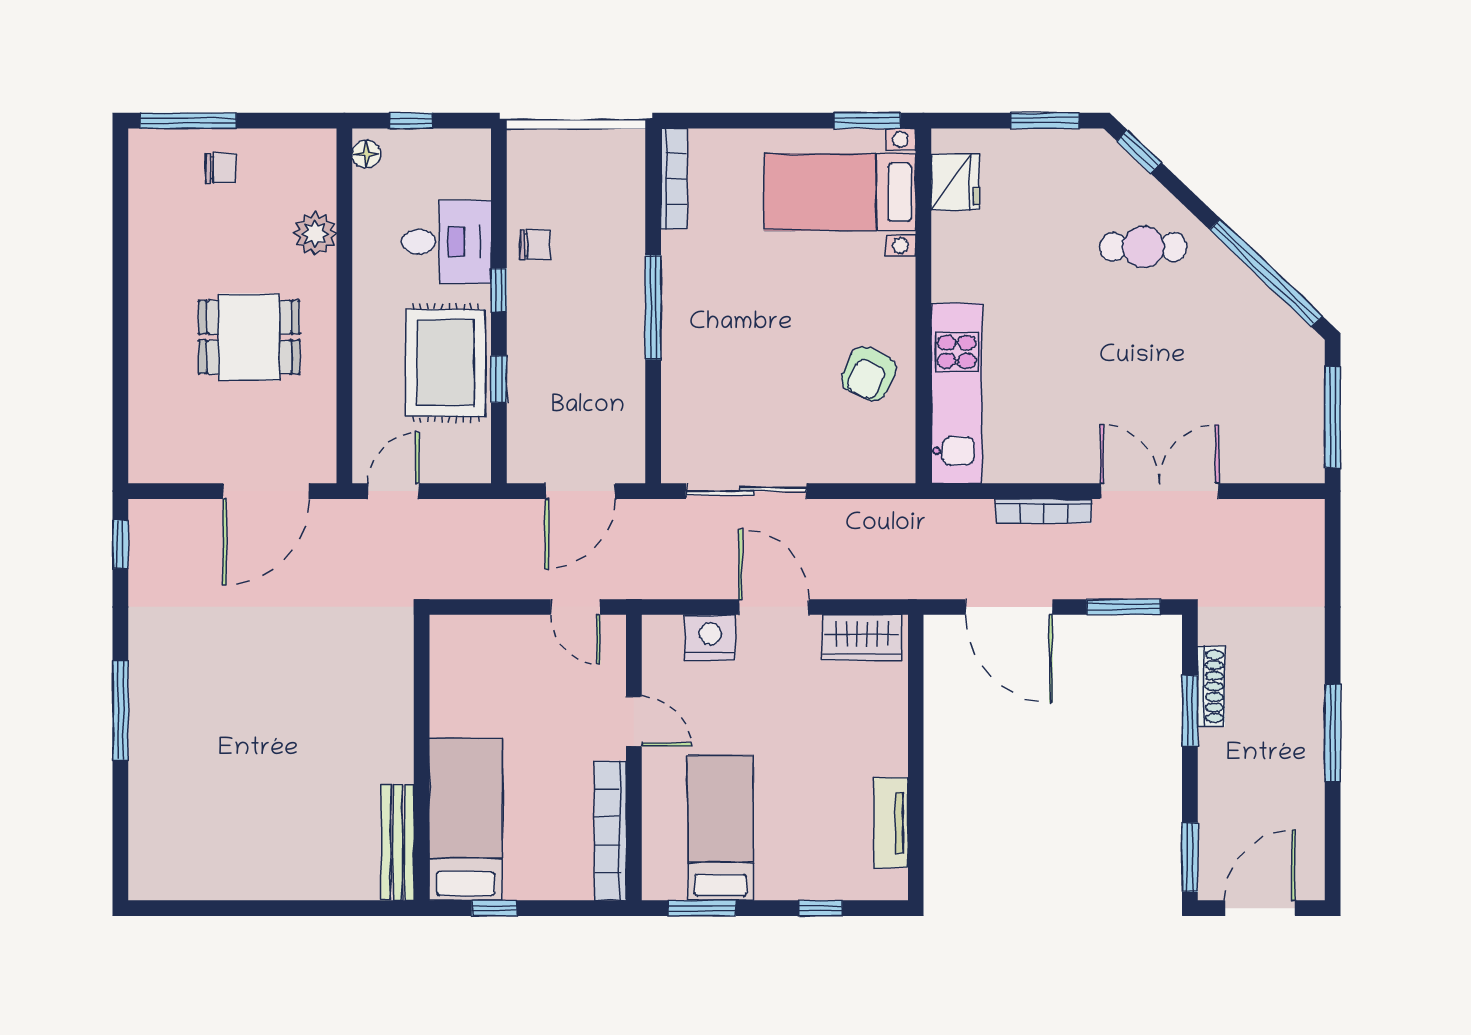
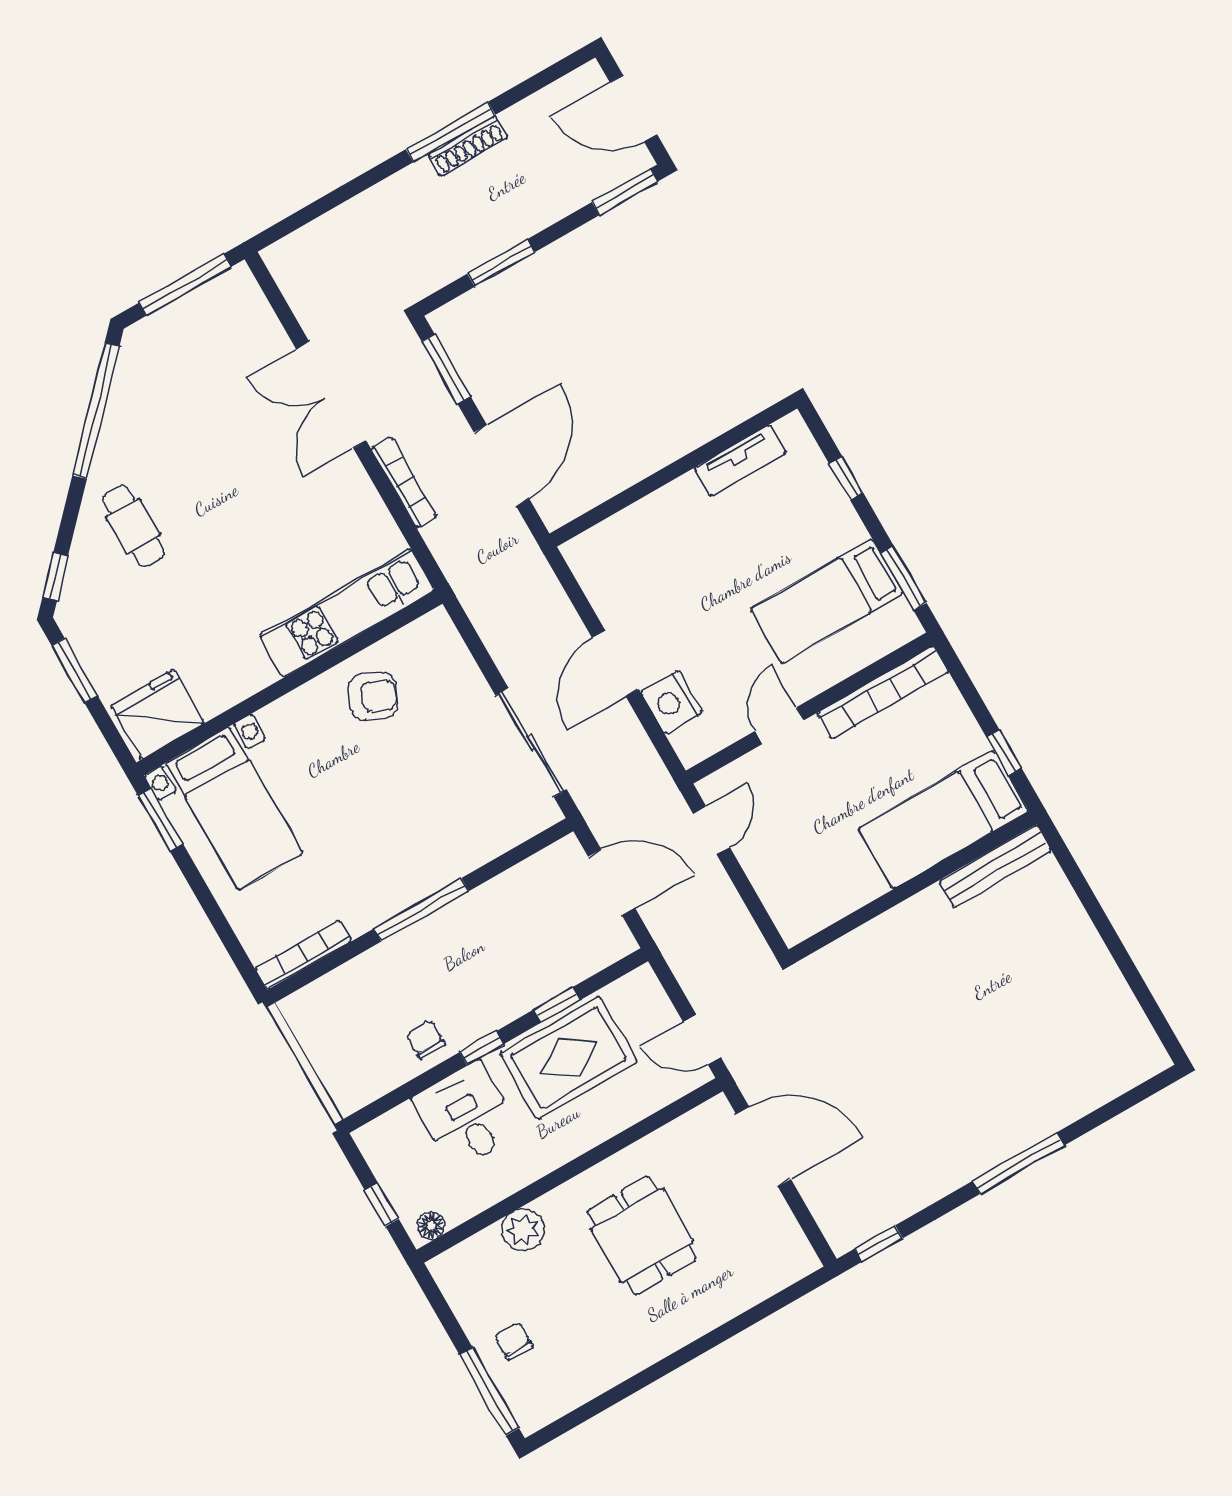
fridge: (955, 182) -> (157, 714), width x1.36, depth x1.34
wardrobe: (862, 638) -> (598, 574), removed
shoe rack: (1211, 686) -> (468, 146), moved, turned 180

